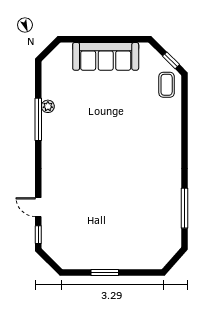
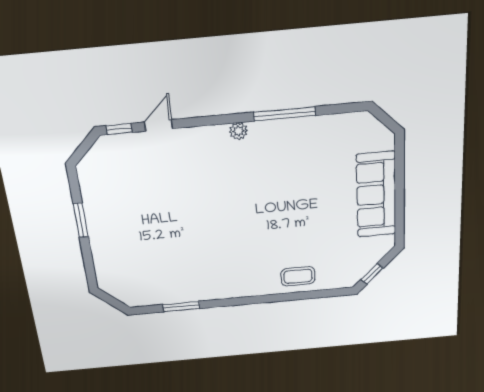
coffee table: (167, 85) -> (298, 276), moved
plant: (48, 106) -> (238, 131), moved
window: (184, 208) -> (181, 307), width x0.69

